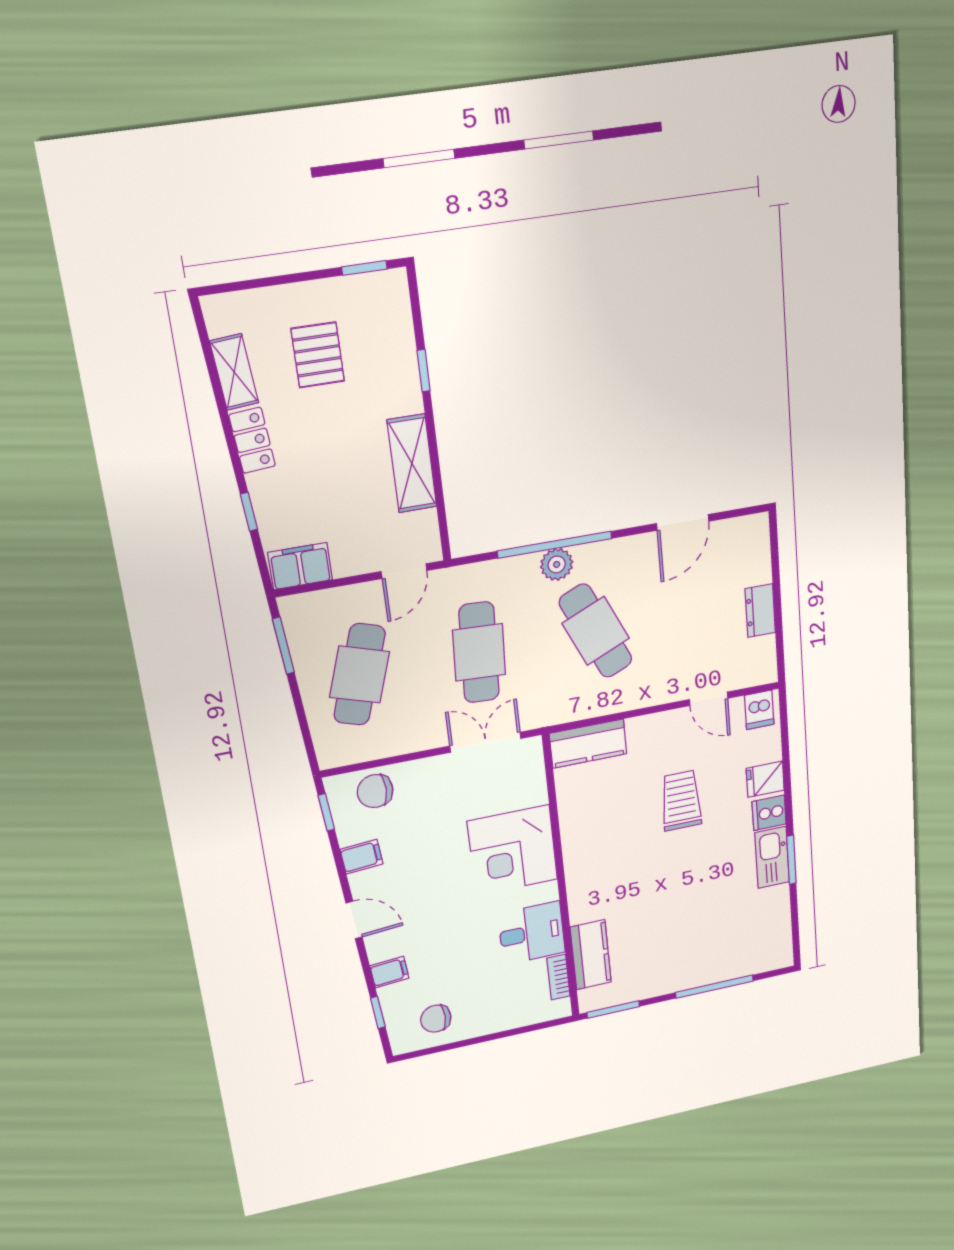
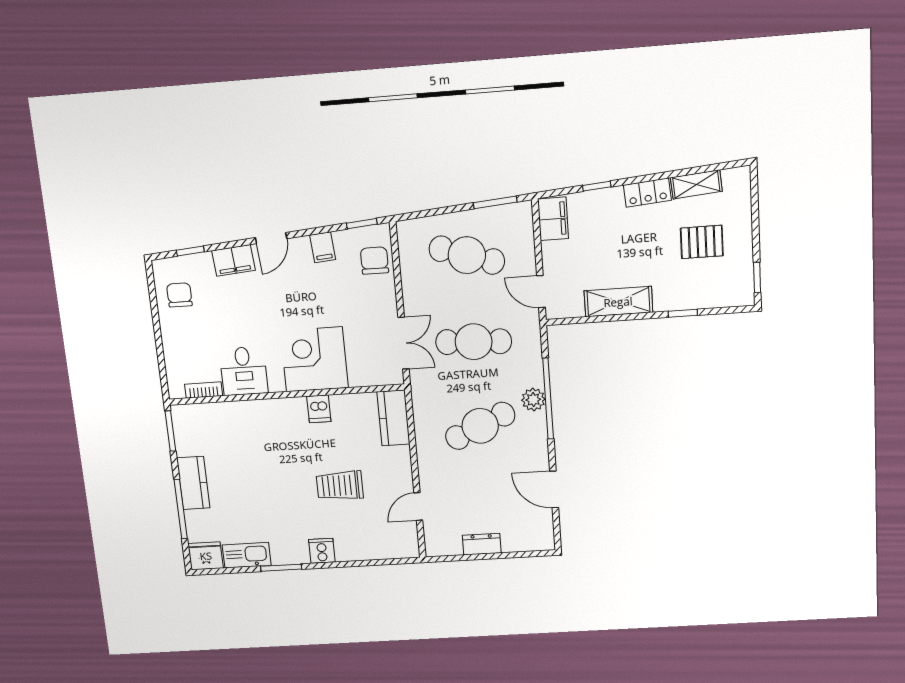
dishwasher: (759, 710) -> (319, 409), moved, turned -90
fridge: (765, 779) -> (206, 556), moved, width x1.38
trolley: (681, 800) -> (340, 486), turned 180
kitchen sink: (772, 857) -> (247, 555), moved
kitchen counter: (591, 955) -> (193, 483), moved, turned -90
filing cabinet: (389, 972) -> (234, 260), width x2.00

